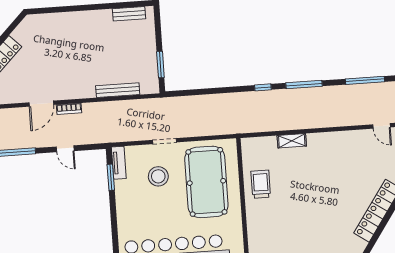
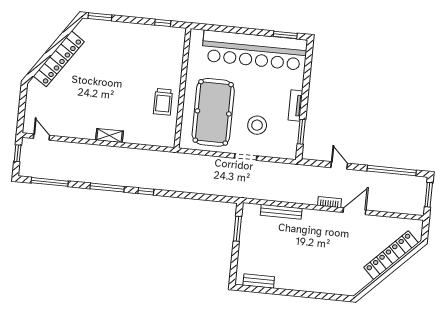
shelving: (292, 141) -> (110, 136), moved
tv unit: (119, 163) -> (295, 105), moved

